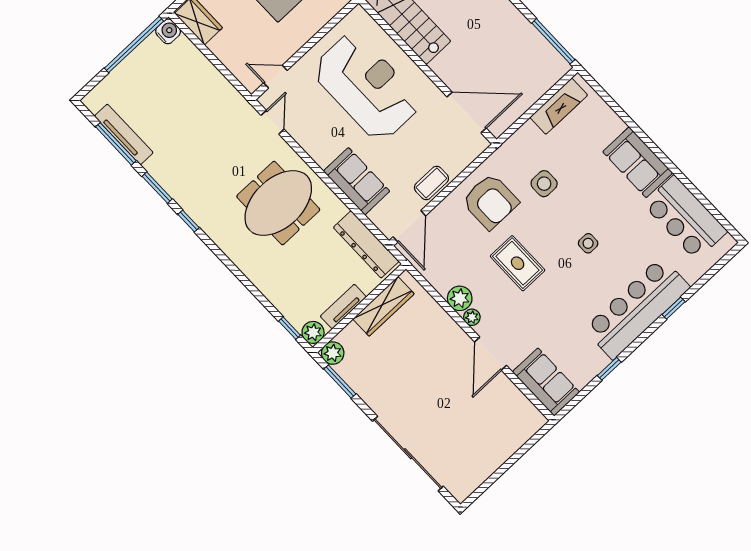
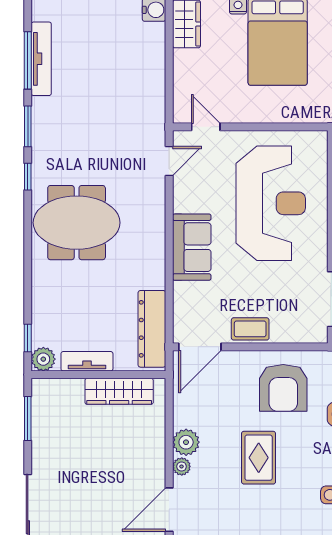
sofa: (357, 181) -> (192, 247), moved
meeting table: (278, 203) -> (77, 223), moved
plant: (333, 353) -> (44, 390), removed

